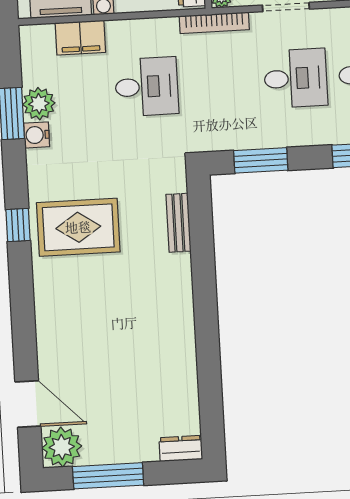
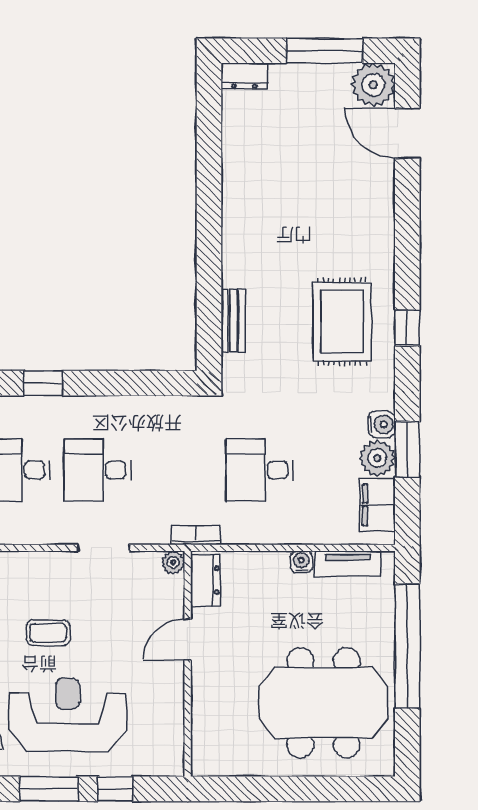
bookcase: (214, 23) -> (196, 535), width x0.64
filing cabinet: (80, 38) -> (377, 505), moved, turned -90
window: (261, 160) -> (140, 383), removed
rug: (78, 227) -> (342, 322), turned 90

